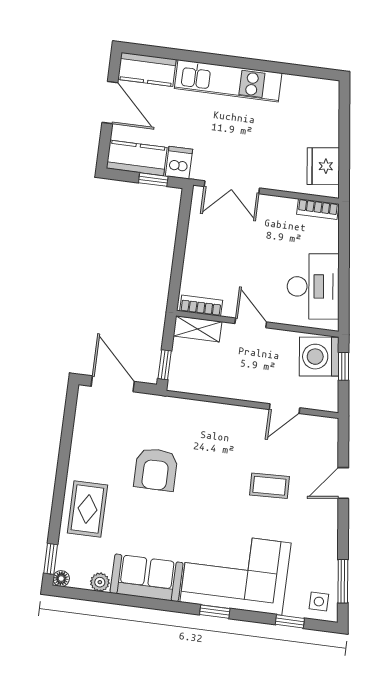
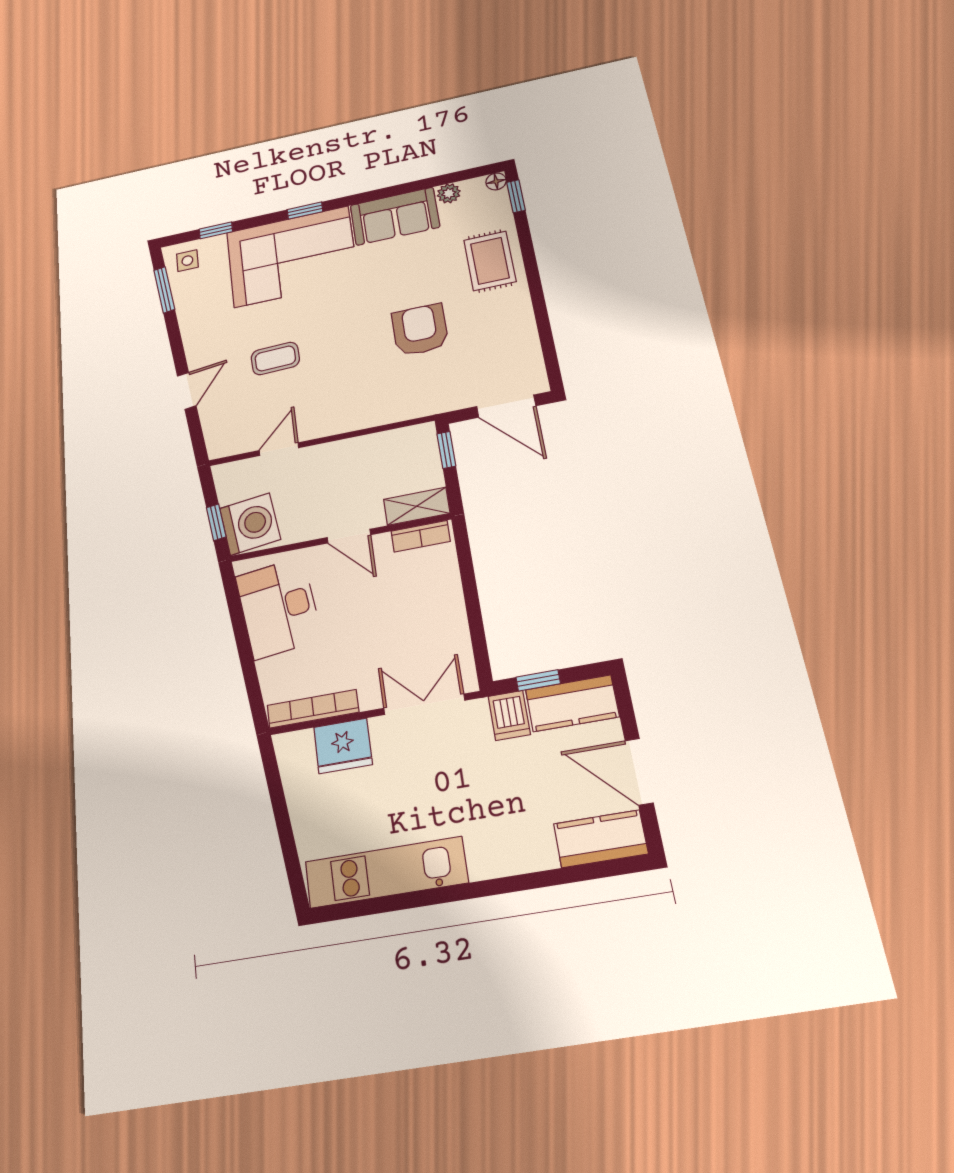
kitchen unit: (228, 81) -> (386, 872), moved
fridge: (323, 166) -> (343, 746), moved, turned 97
bookcase: (318, 209) -> (313, 709), width x1.56

